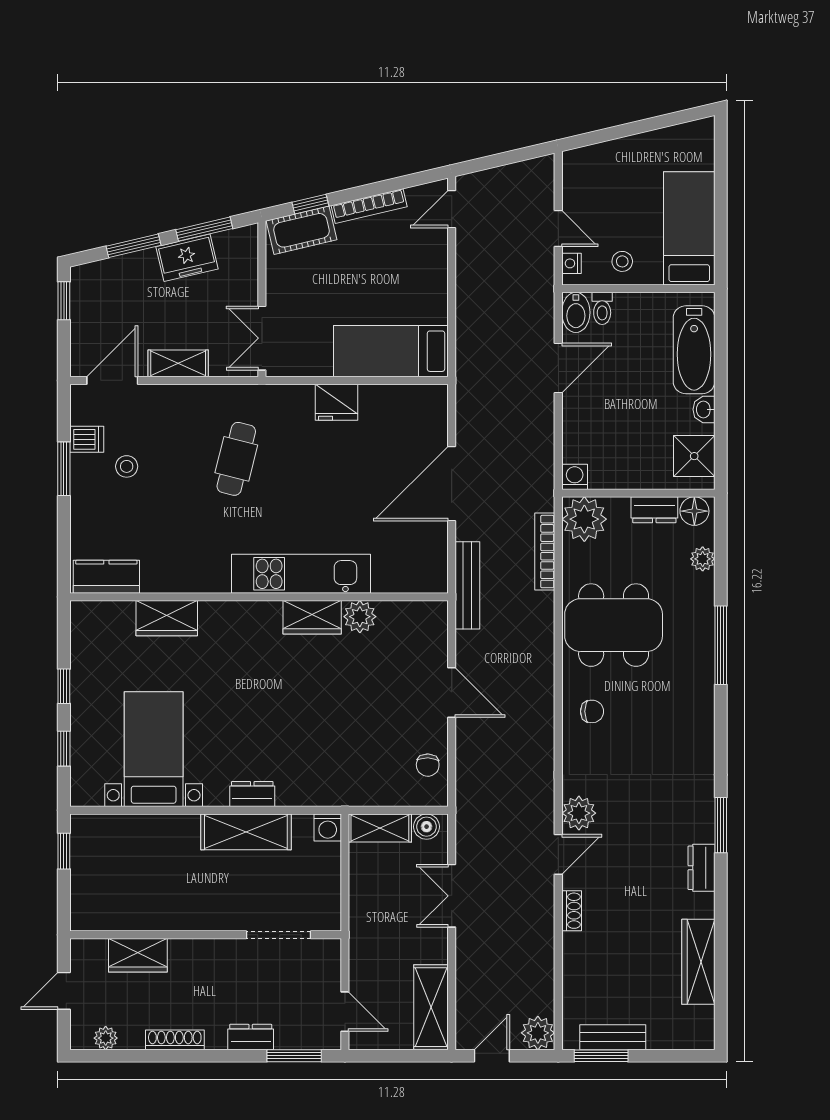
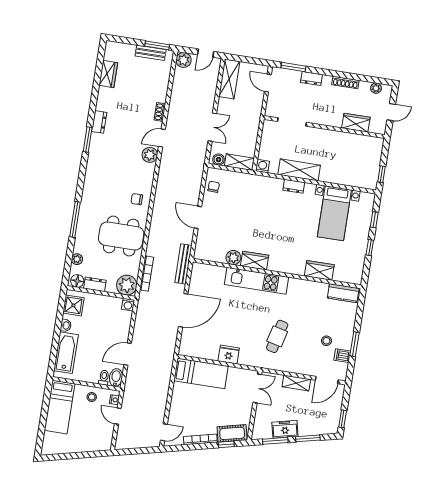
wardrobe: (698, 962) -> (108, 74), width x0.67

